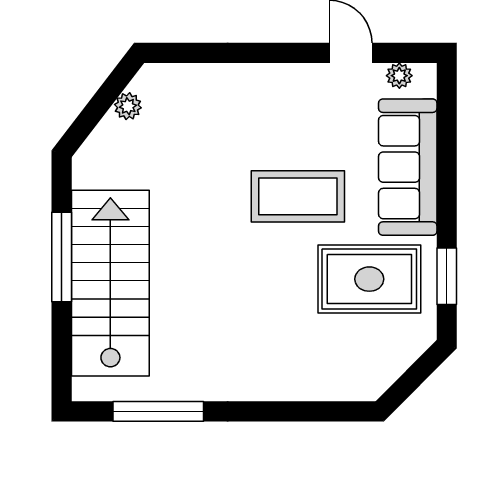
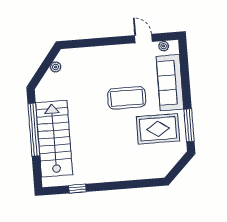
window: (62, 257) -> (34, 130), width x1.46
window: (447, 276) -> (189, 125), width x1.44
window: (158, 411) -> (77, 189), width x0.46

